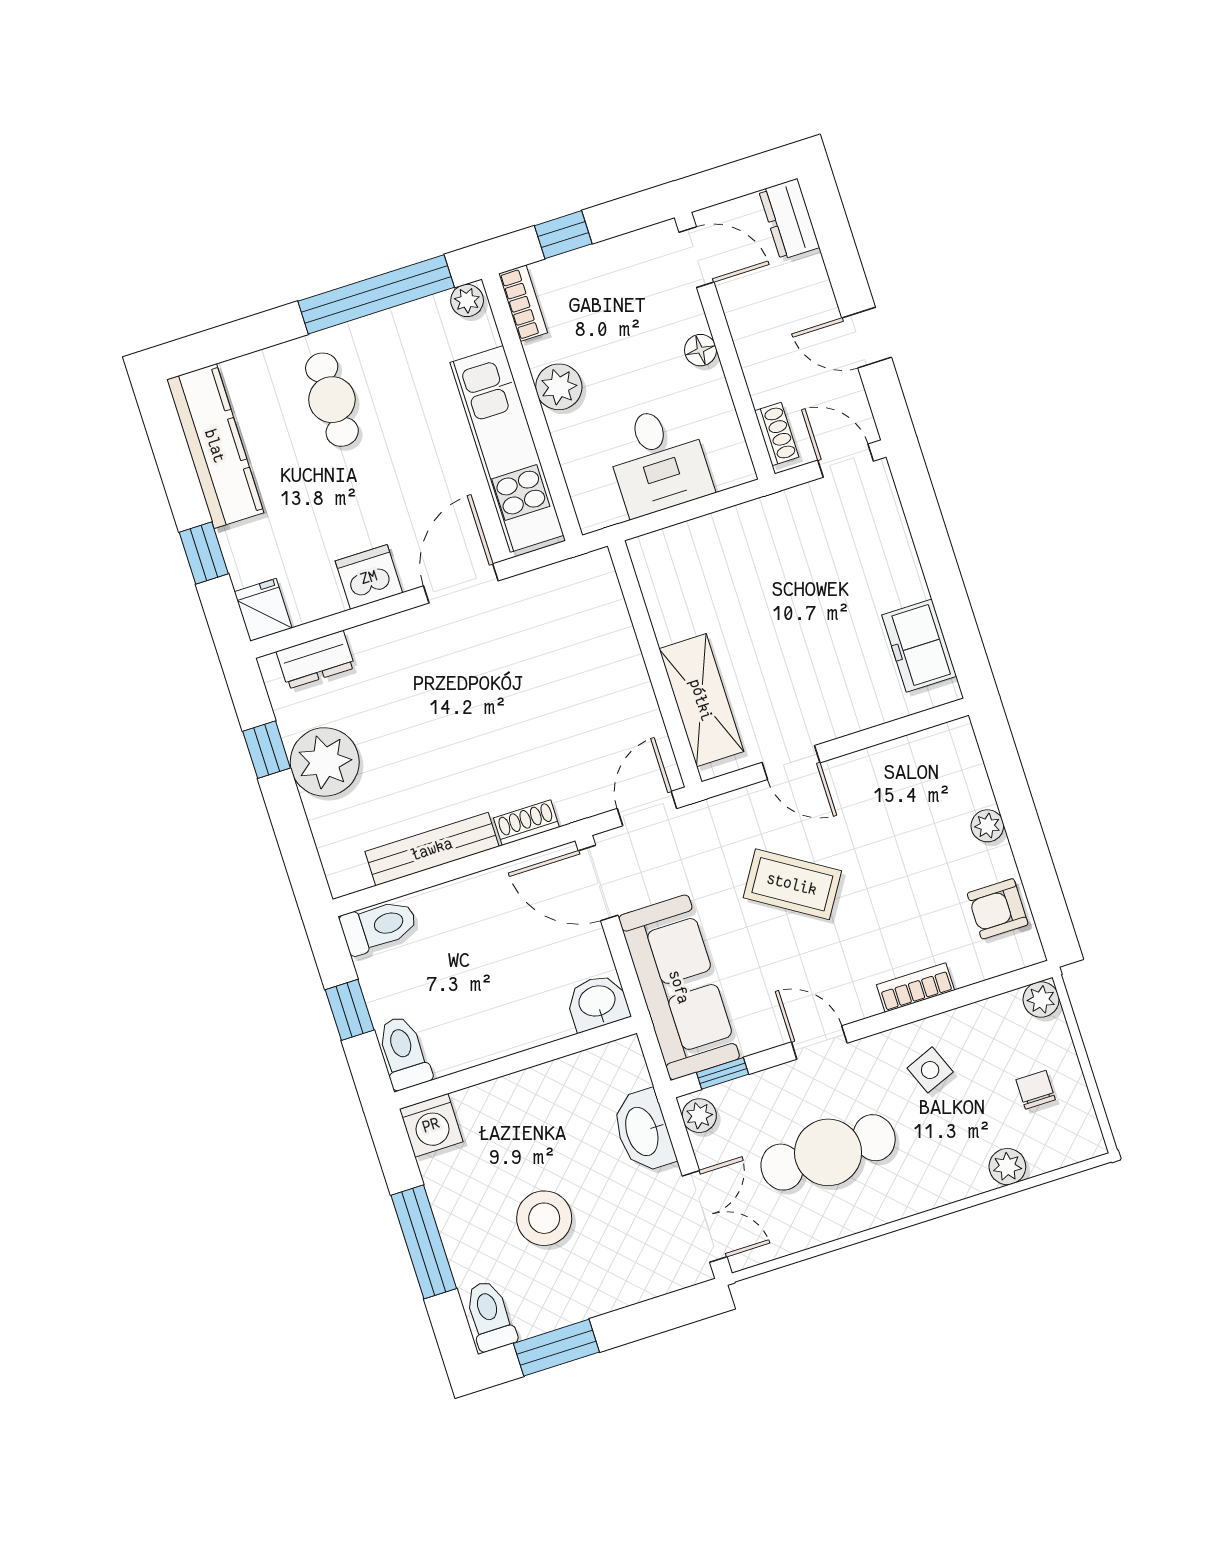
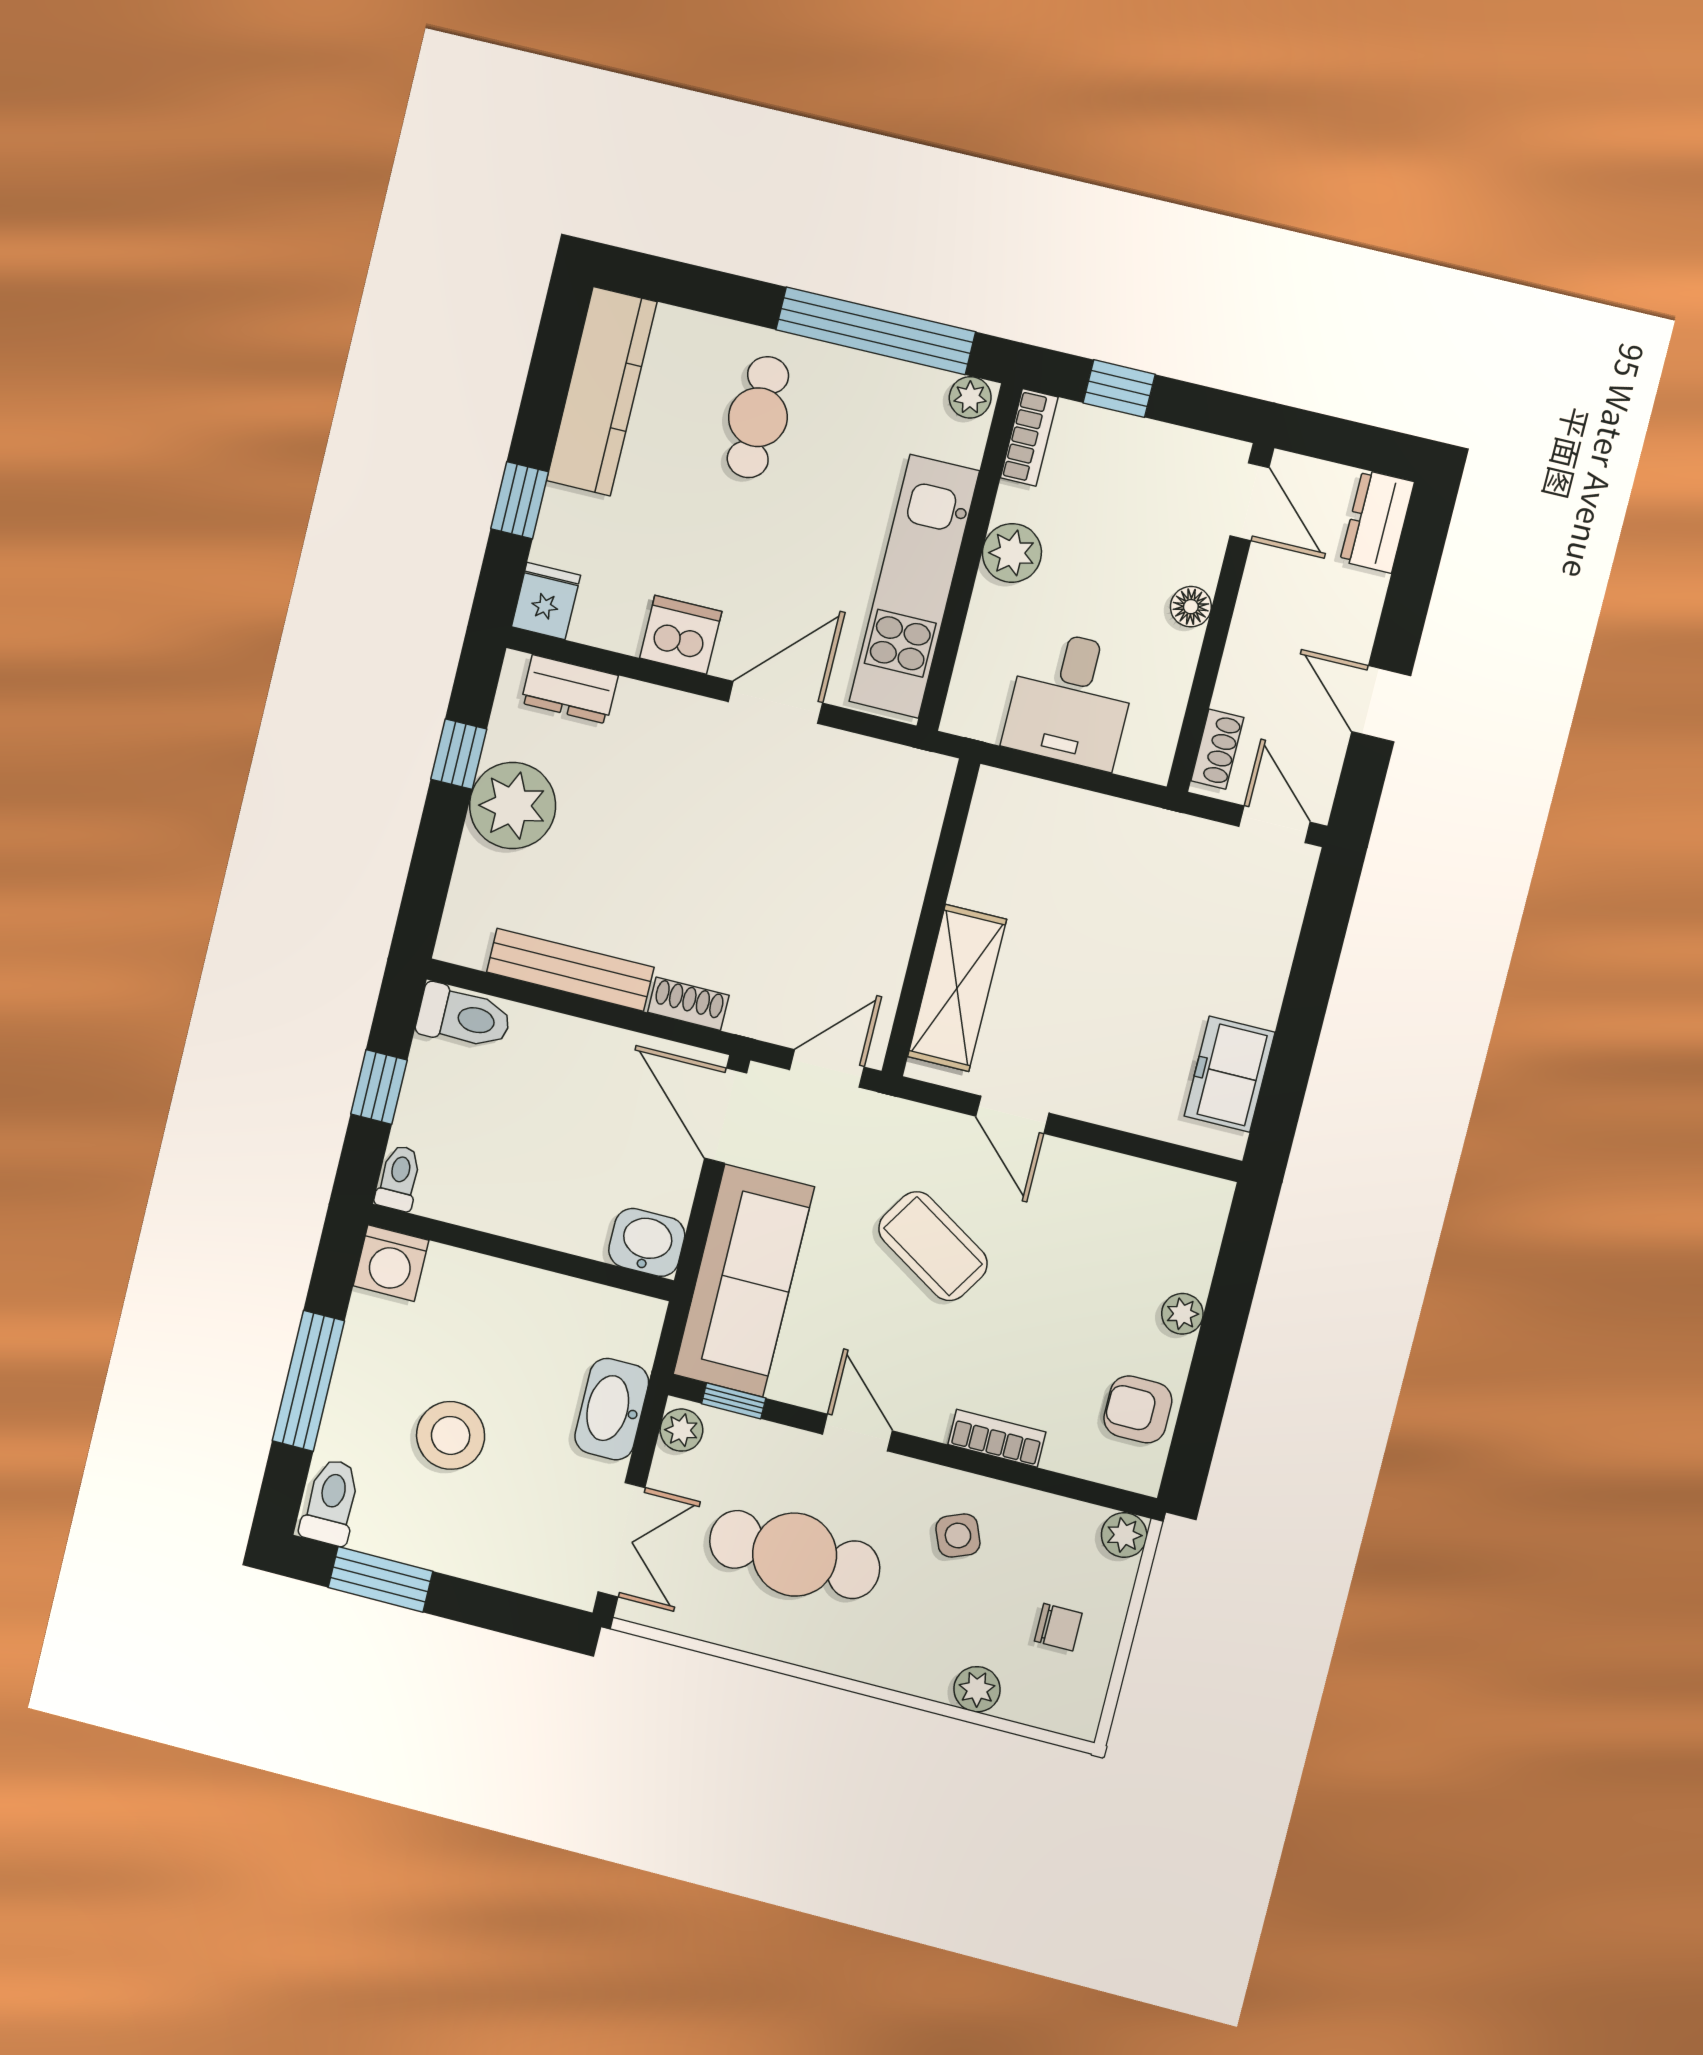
toilet: (404, 1053) -> (399, 1178), width x0.73, depth x0.72
chair: (1036, 1090) -> (1058, 1627), turned 90

